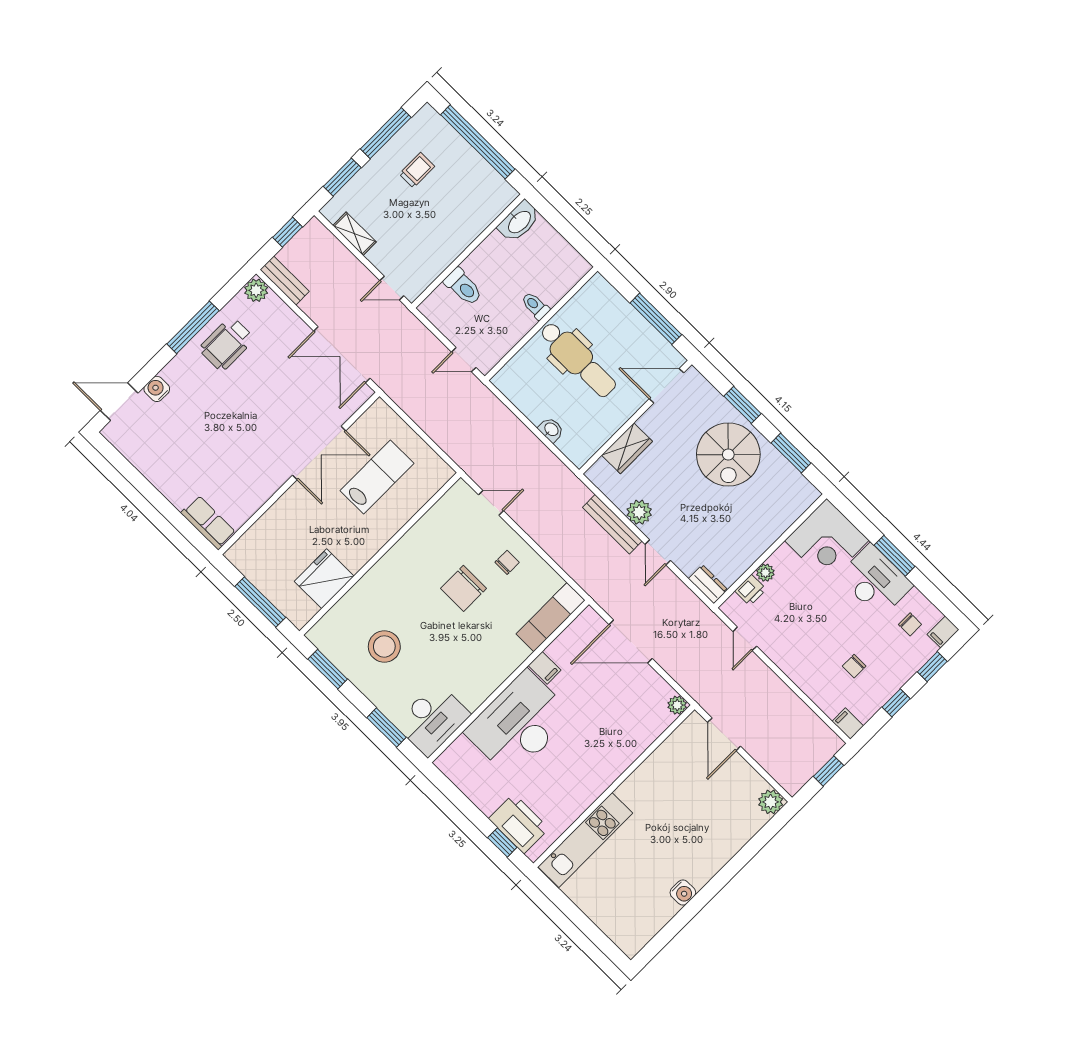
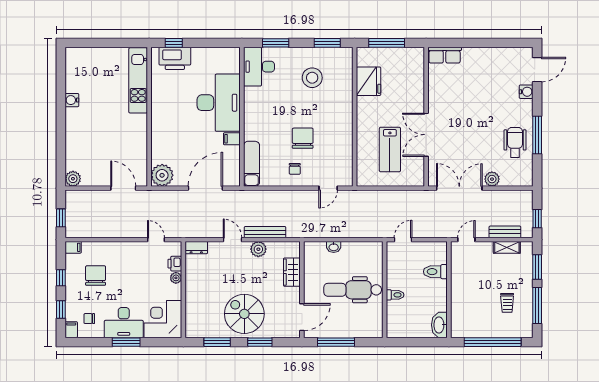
bench: (285, 281) -> (505, 232), moved
plant: (256, 290) -> (492, 179), moved
chair: (854, 666) -> (96, 276), width x1.87, depth x1.87
plant: (677, 705) -> (162, 175), width x1.88, depth x1.88

